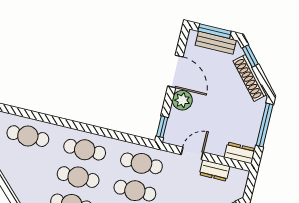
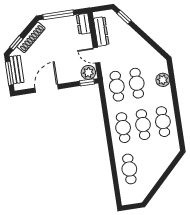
plant: (182, 100) -> (88, 72), moved
dresser: (215, 170) -> (101, 31), width x1.44

